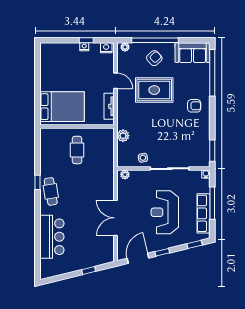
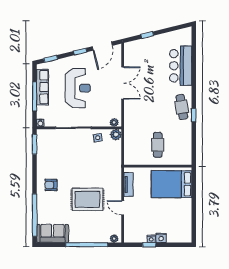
nightstand: (106, 48) -> (161, 238), moved
armchair: (154, 58) -> (87, 228), removed
plant: (123, 136) -> (116, 135), moved

